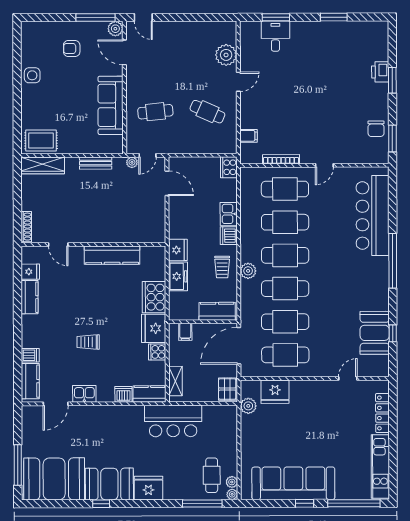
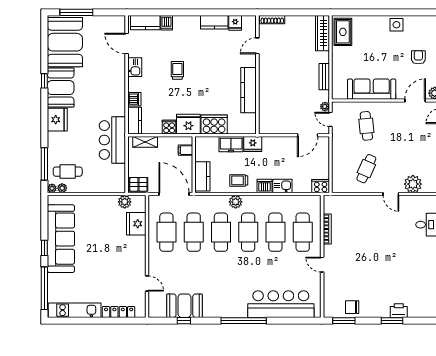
filing cabinet: (249, 136) -> (346, 202), removed

